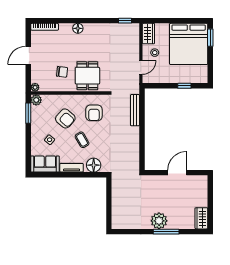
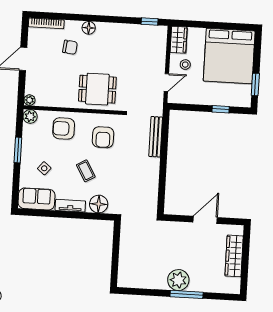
window: (210, 38) -> (255, 84), moved
chair: (62, 72) -> (70, 47), moved
dining table: (87, 76) -> (97, 89), turned 90
window: (28, 113) -> (18, 150), moved
armchair: (65, 118) -> (64, 128), moved, turned 139
wardrobe: (201, 218) -> (234, 256), moved, width x1.50

